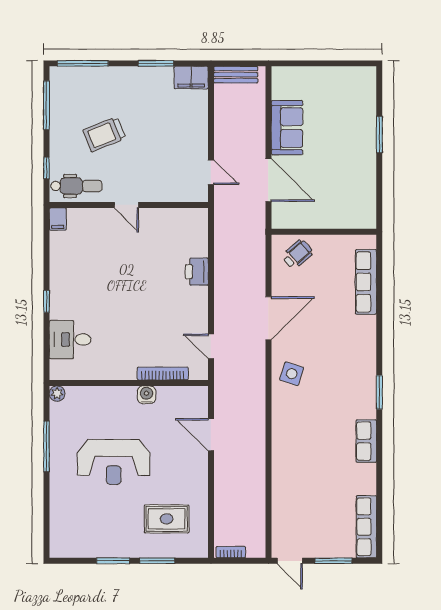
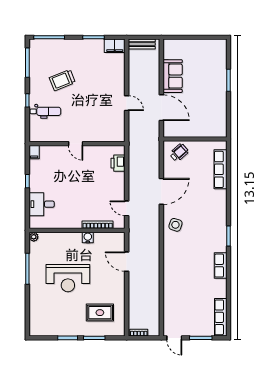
door: (126, 205) -> (76, 144), moved
wall: (129, 205) -> (77, 144), moved
filing cabinet: (58, 219) -> (34, 152), moved

